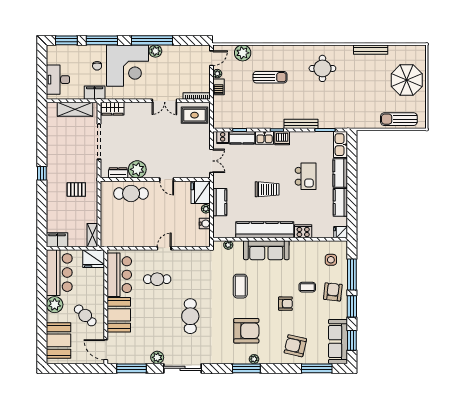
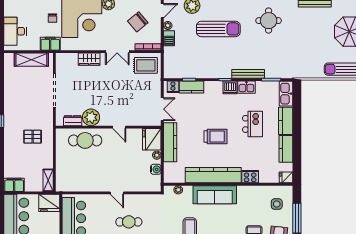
chair: (186, 70) -> (138, 22), added
sun lounger: (270, 77) -> (218, 29), width x1.36, depth x1.34
wardrobe: (113, 109) -> (89, 59), moved
kitchen sink: (265, 138) -> (246, 87), moved
kitchen counter: (220, 202) -> (170, 142), width x1.50
door: (164, 248) -> (117, 193), swing flipped
cafe table: (157, 279) -> (129, 222), moved

